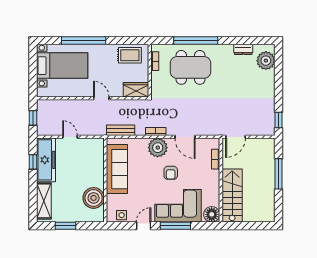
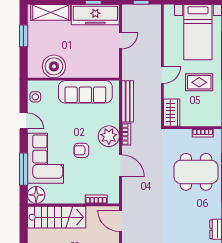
rug: (130, 55) -> (199, 82), moved, turned 90
dining table: (191, 67) -> (196, 172), turned 90
bench: (121, 130) -> (128, 101), width x1.36
door: (185, 137) -> (121, 166), swing flipped
window: (175, 226) -> (24, 169), moved

